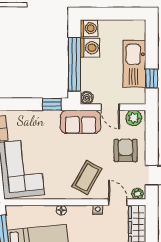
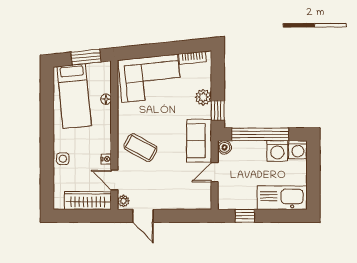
kitchen sink: (134, 64) -> (282, 198), moved
plant: (134, 118) -> (203, 97), moved
armchair: (126, 150) -> (169, 188), removed
door: (118, 202) -> (114, 180), swing flipped
floor lamp: (61, 210) -> (106, 99), moved

